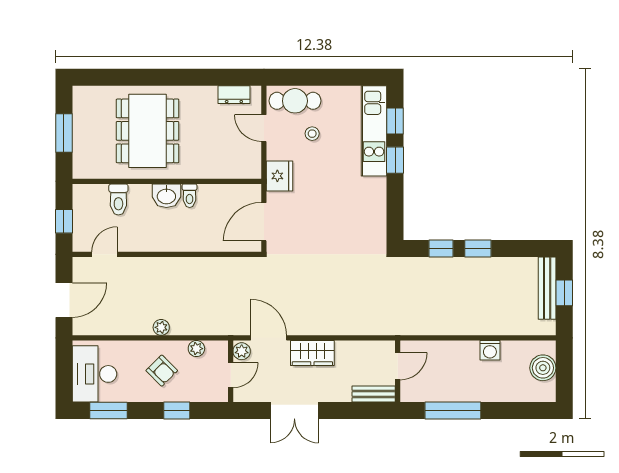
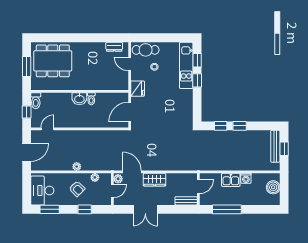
dining table: (148, 131) -> (53, 61), moved, turned 90
toilet: (118, 199) -> (36, 101), moved
kitchen sink: (461, 353) -> (231, 180), added

